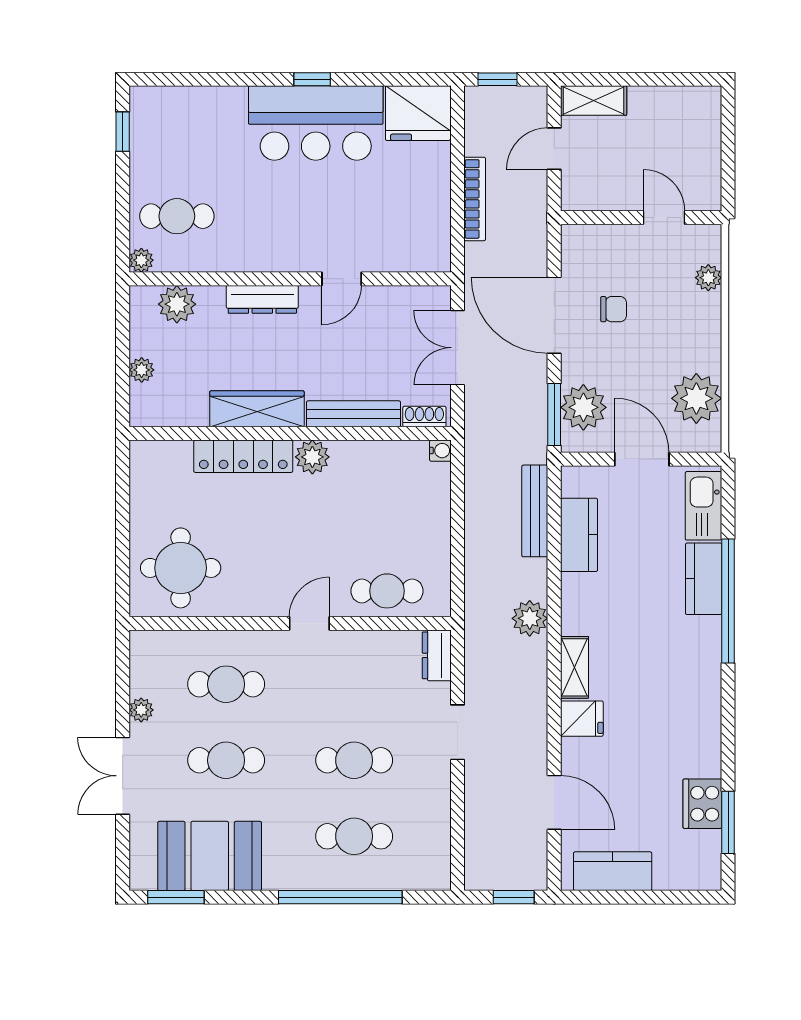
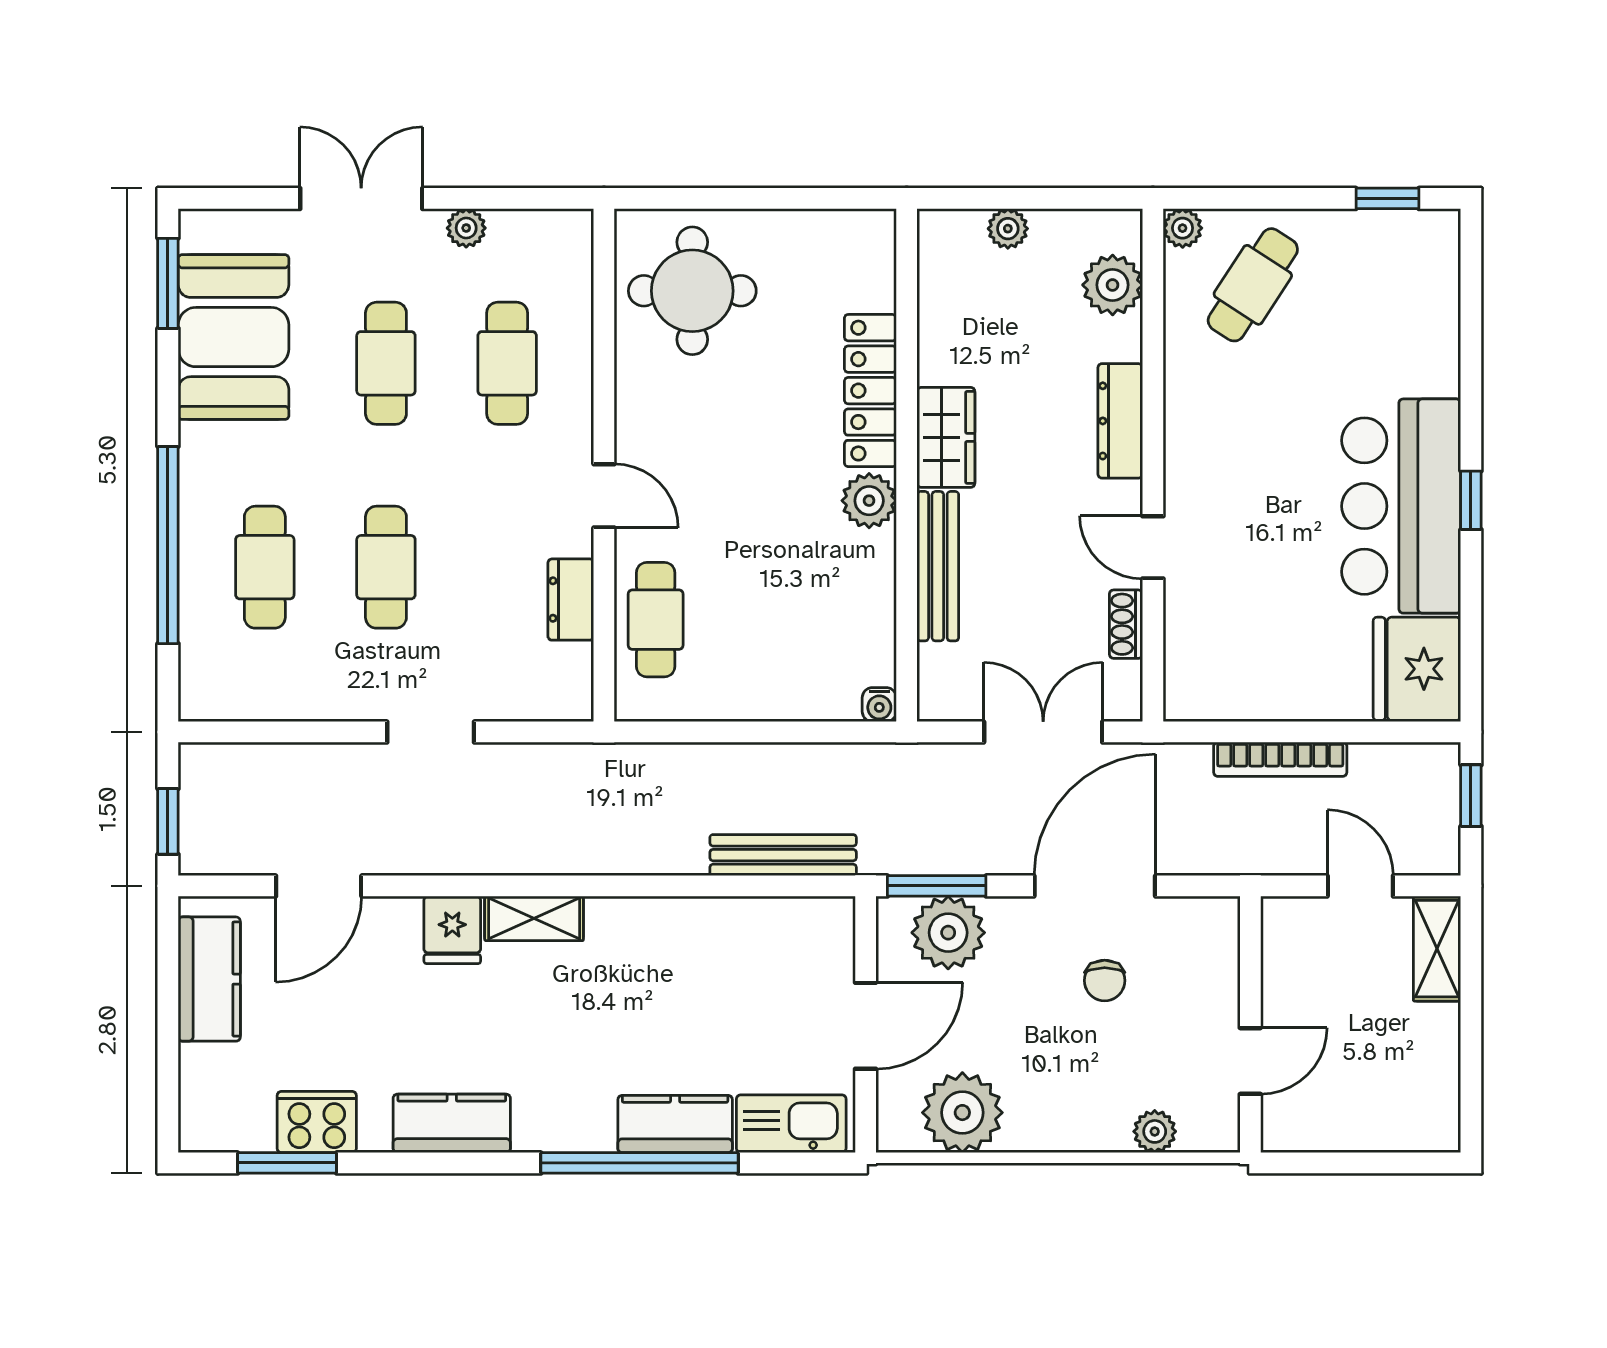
cafe table: (177, 216) -> (1253, 285), turned 33
wardrobe: (257, 409) -> (946, 437), width x0.67
shoe rack: (424, 417) -> (1126, 624), moved, turned 180
kitchen counter: (579, 535) -> (452, 1123), moved, turned 180
plant: (530, 618) -> (612, 847), removed
dresser: (437, 655) -> (571, 600), moved, turned -90

